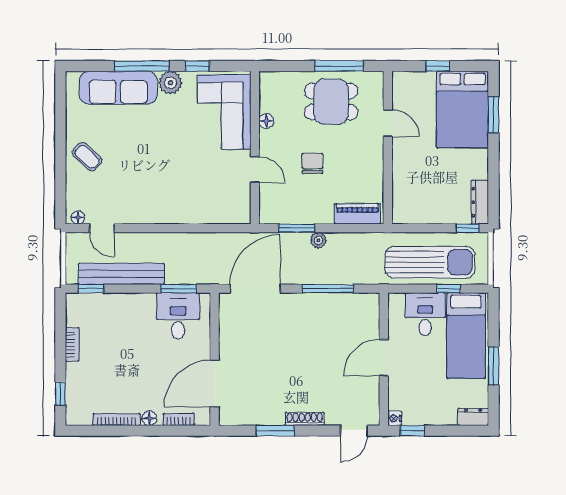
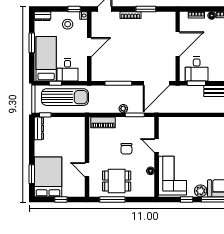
sun lounger: (430, 262) -> (65, 97), turned 180
door: (215, 384) -> (178, 44), moved
stool: (425, 402) -> (68, 24), added

